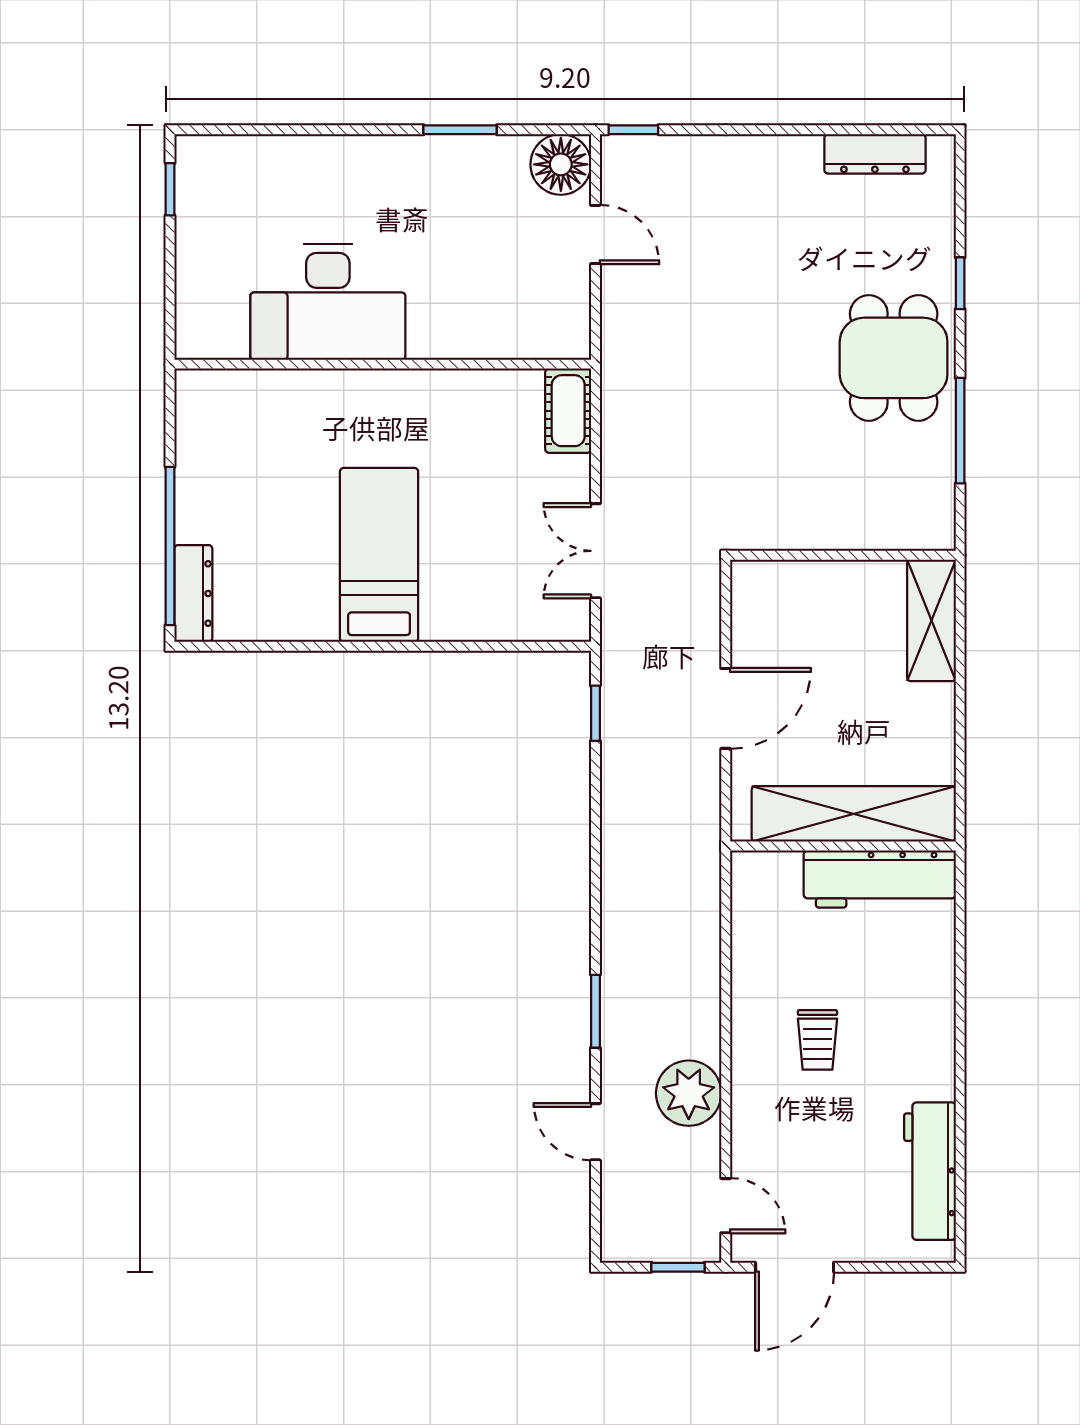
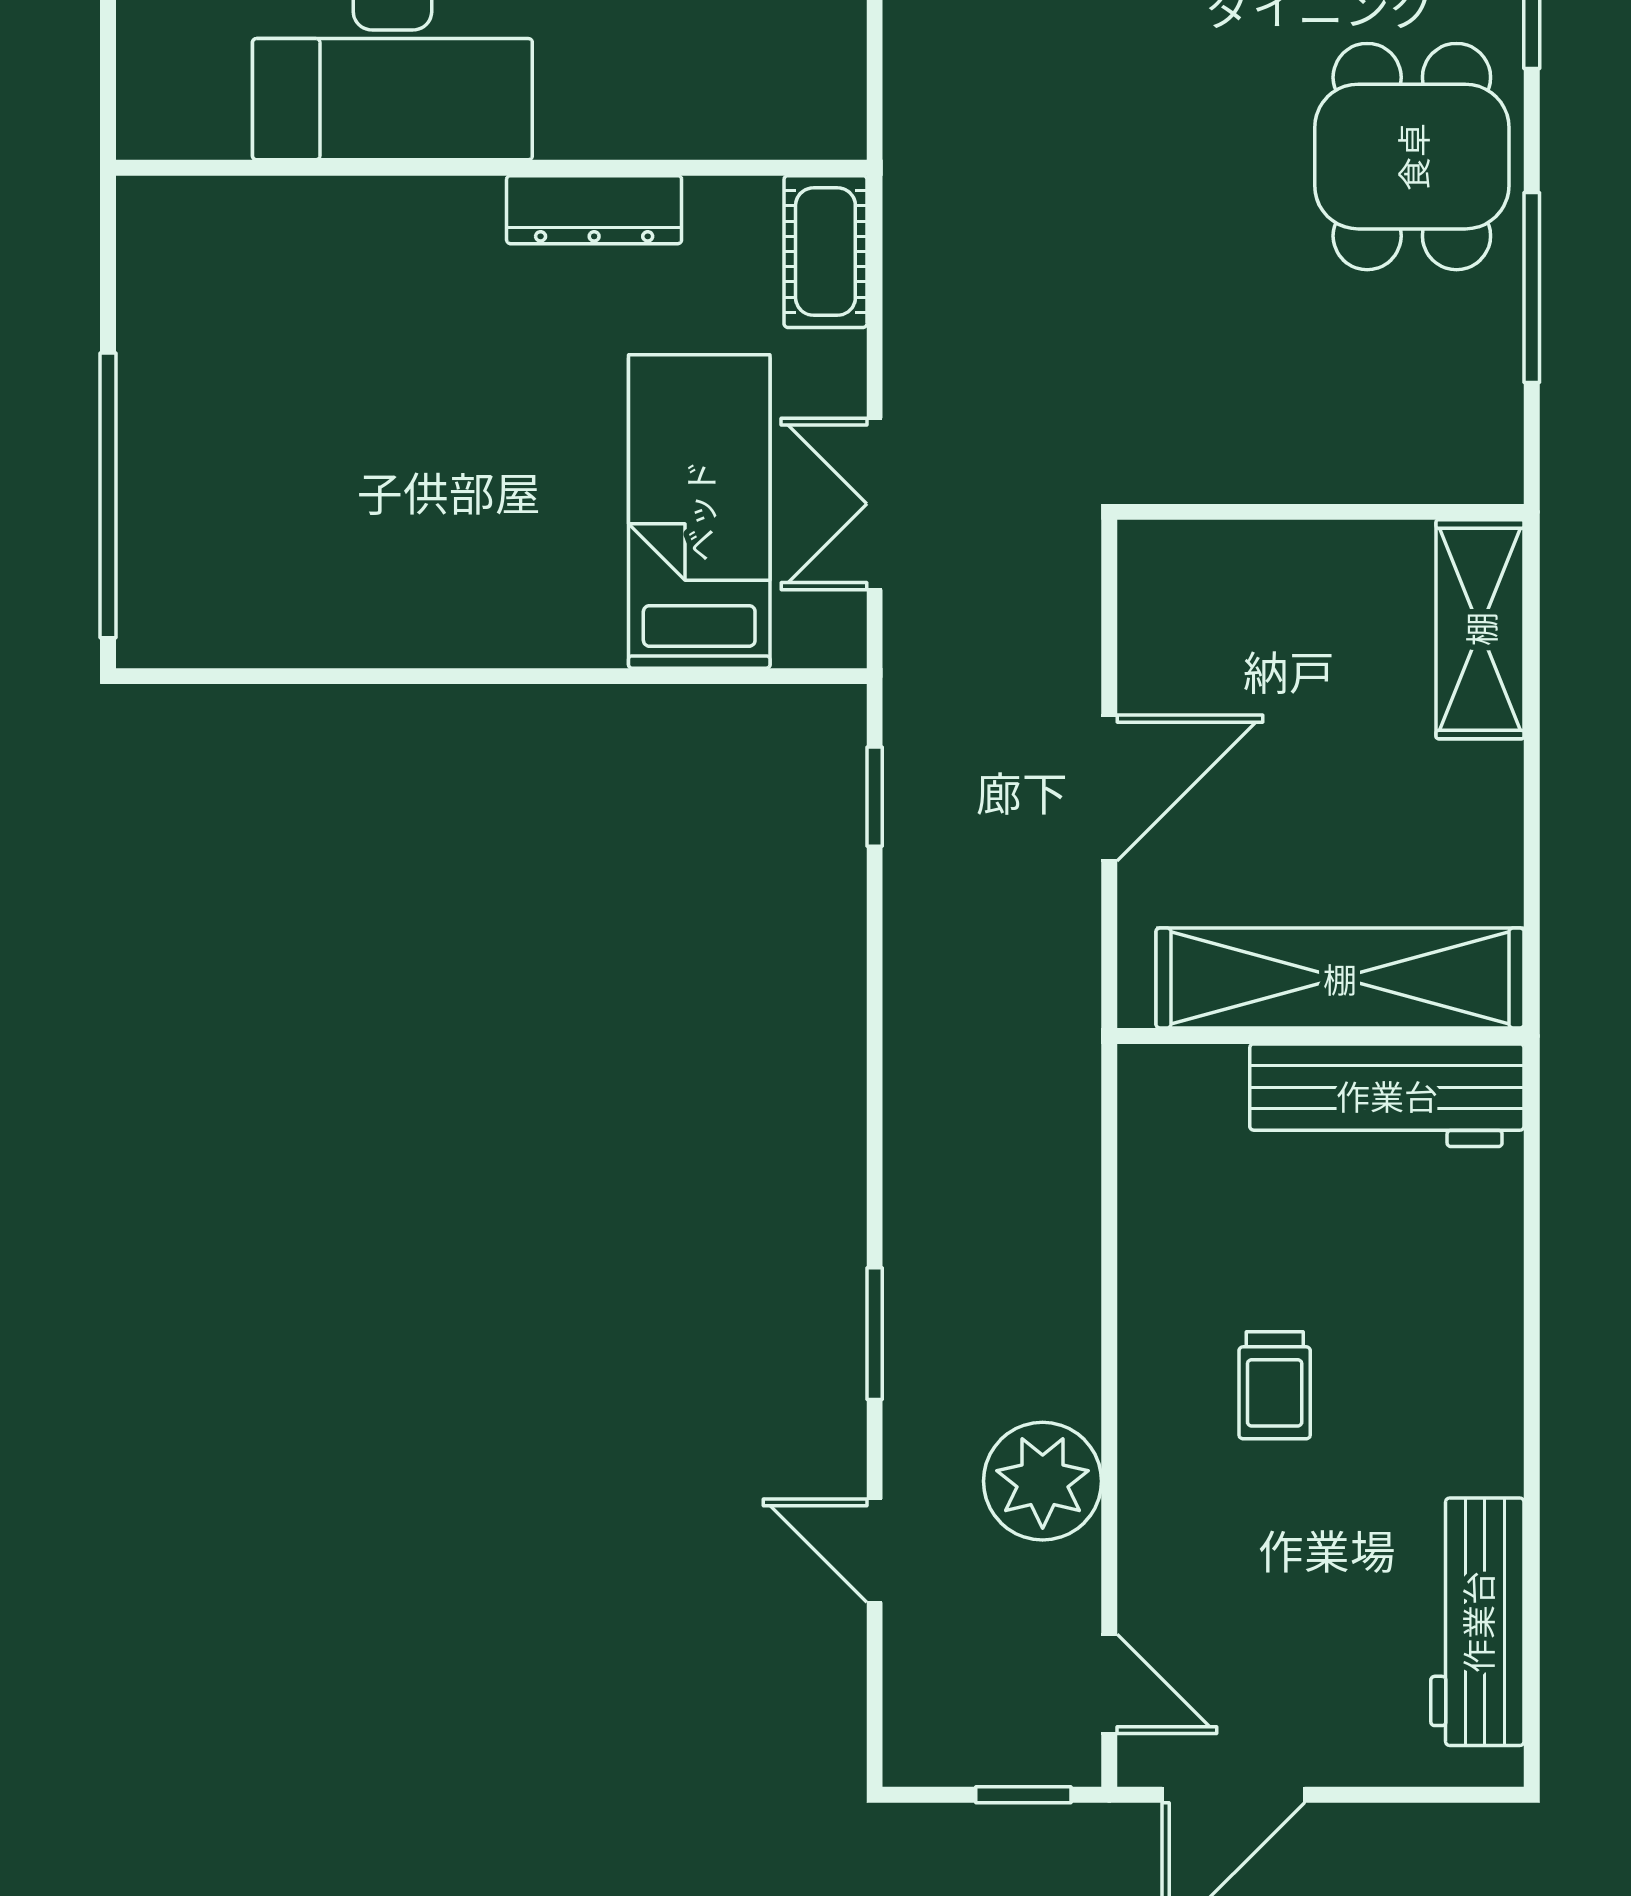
bed: (379, 555) -> (699, 511), moved
dresser: (193, 593) -> (594, 210), moved, turned 90

